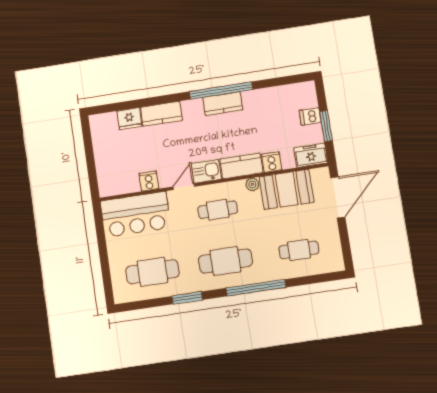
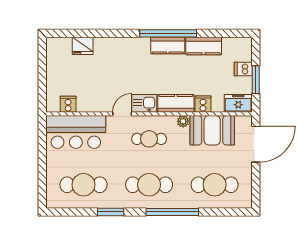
kitchen counter: (161, 114) -> (204, 46), moved
cooker: (149, 181) -> (68, 104), moved
cafe table: (299, 250) -> (215, 185), width x1.37, depth x1.35

